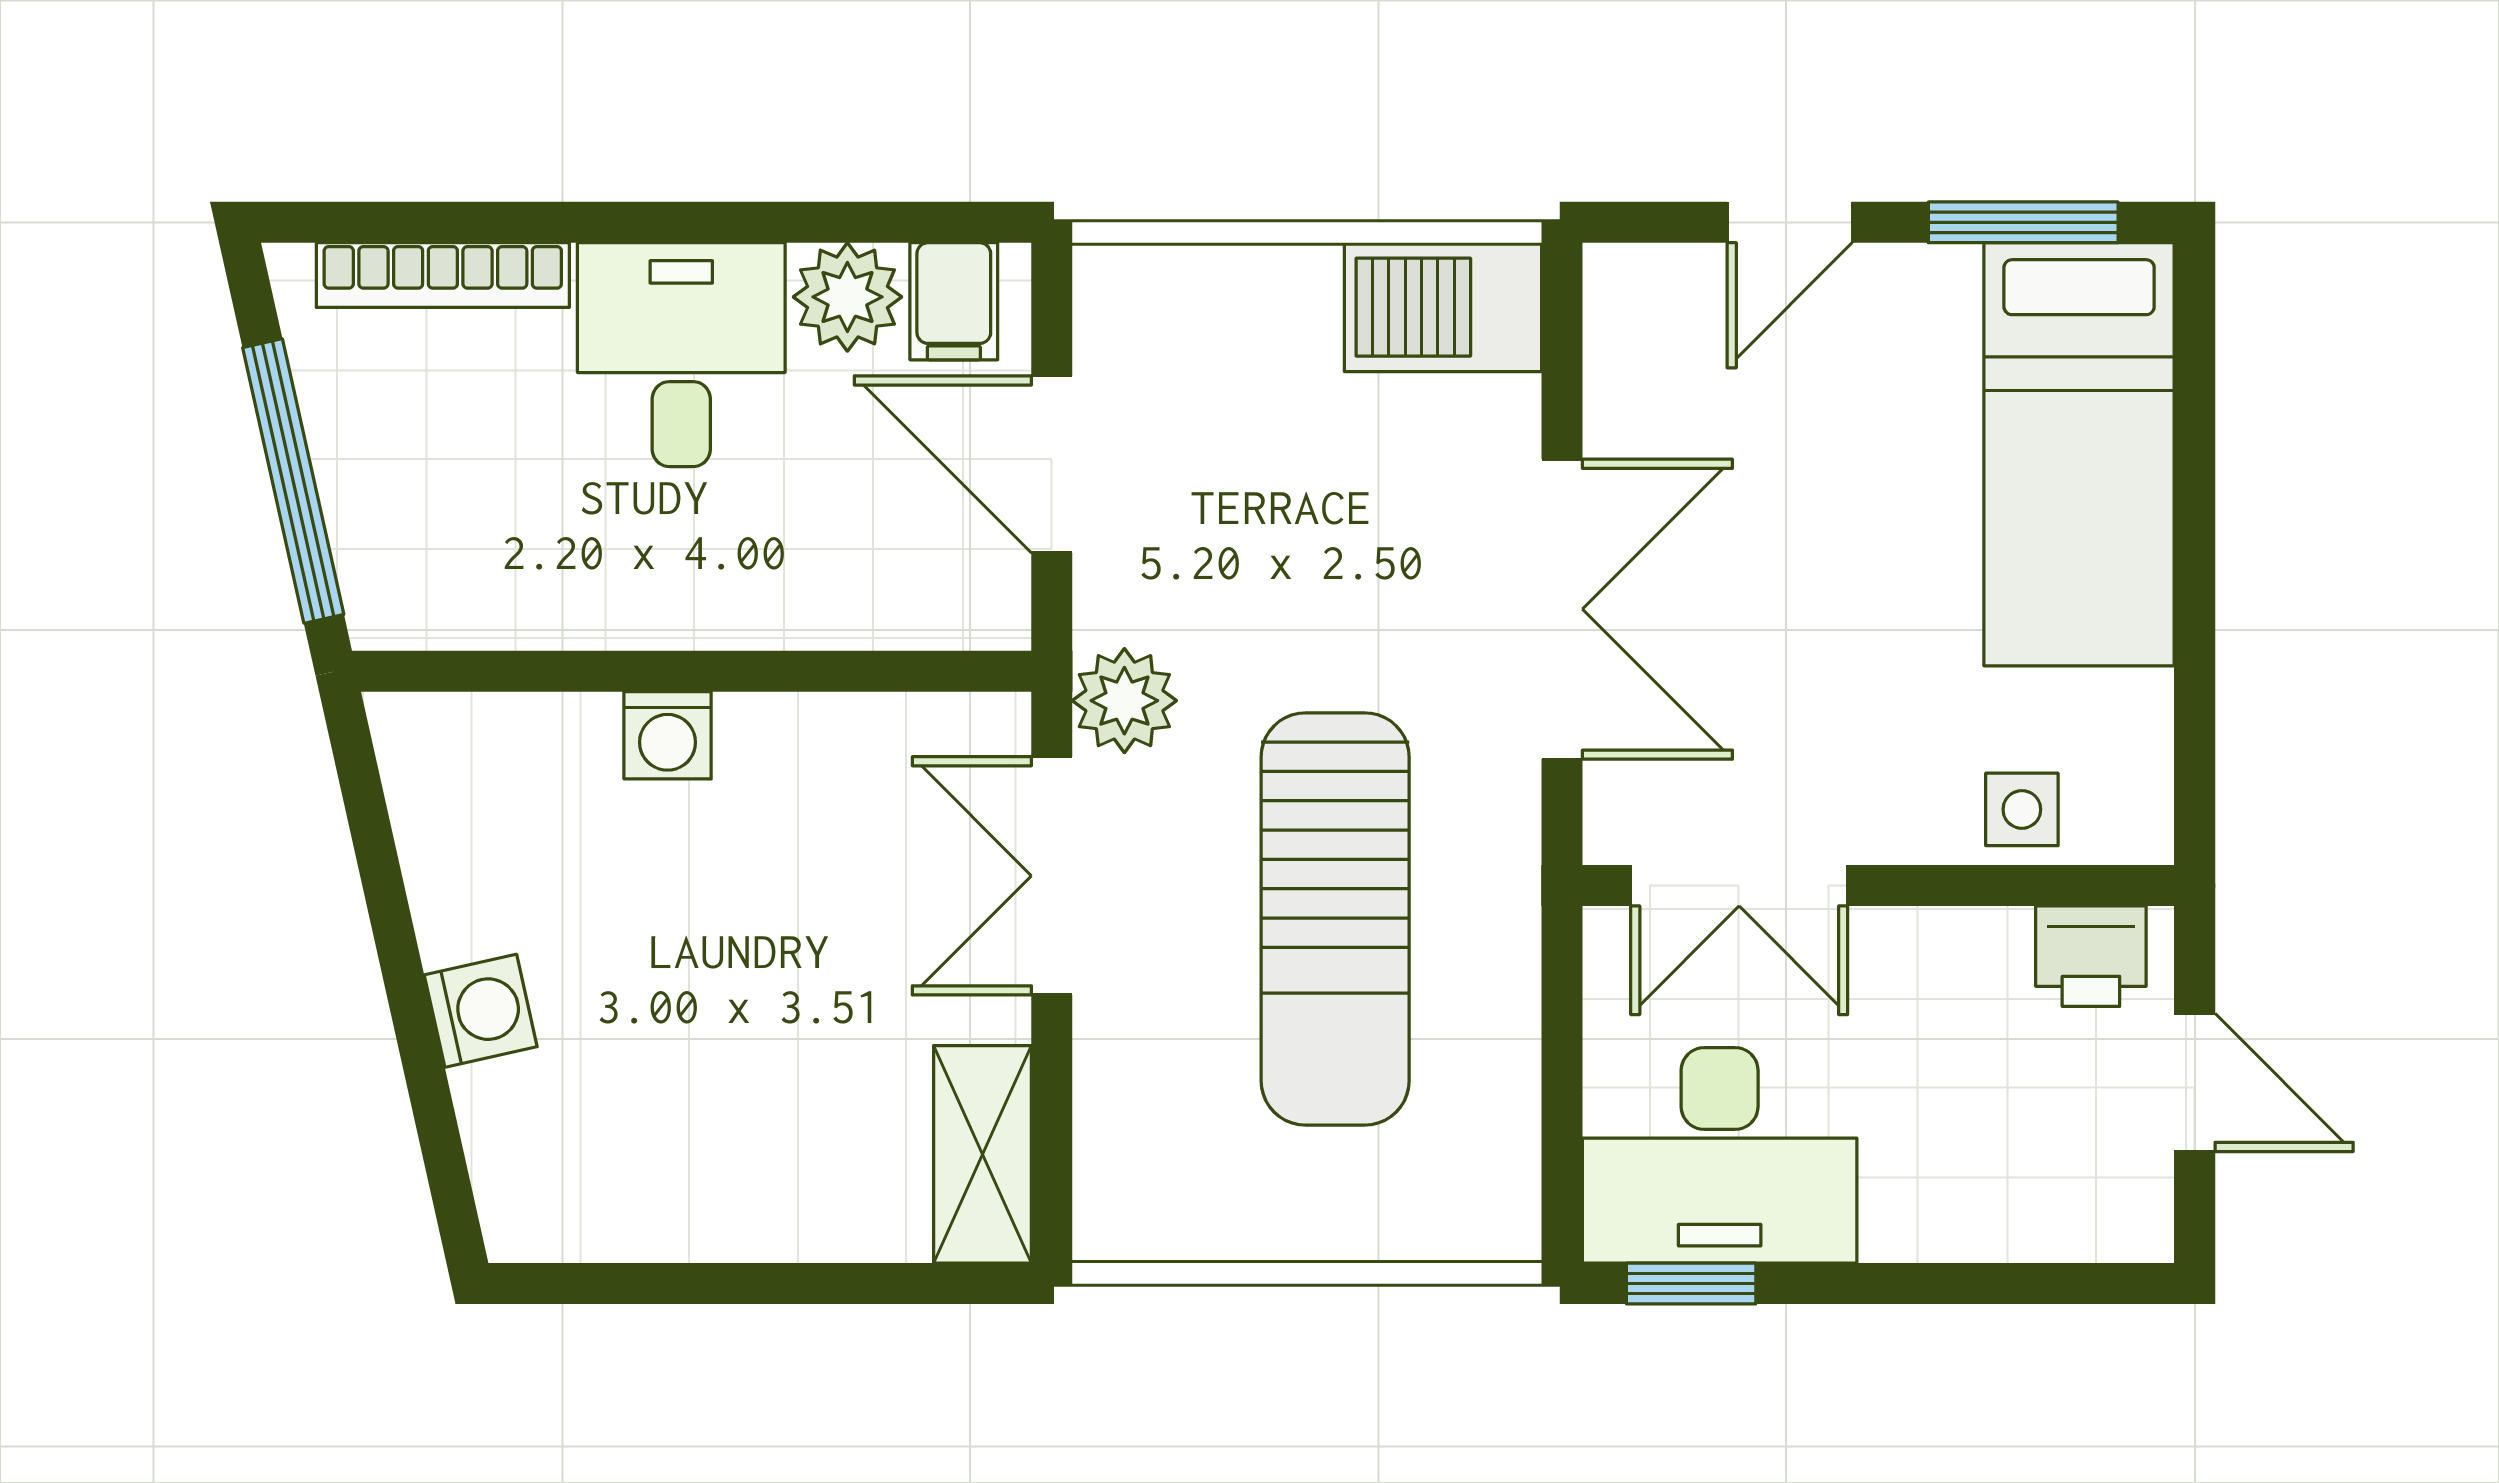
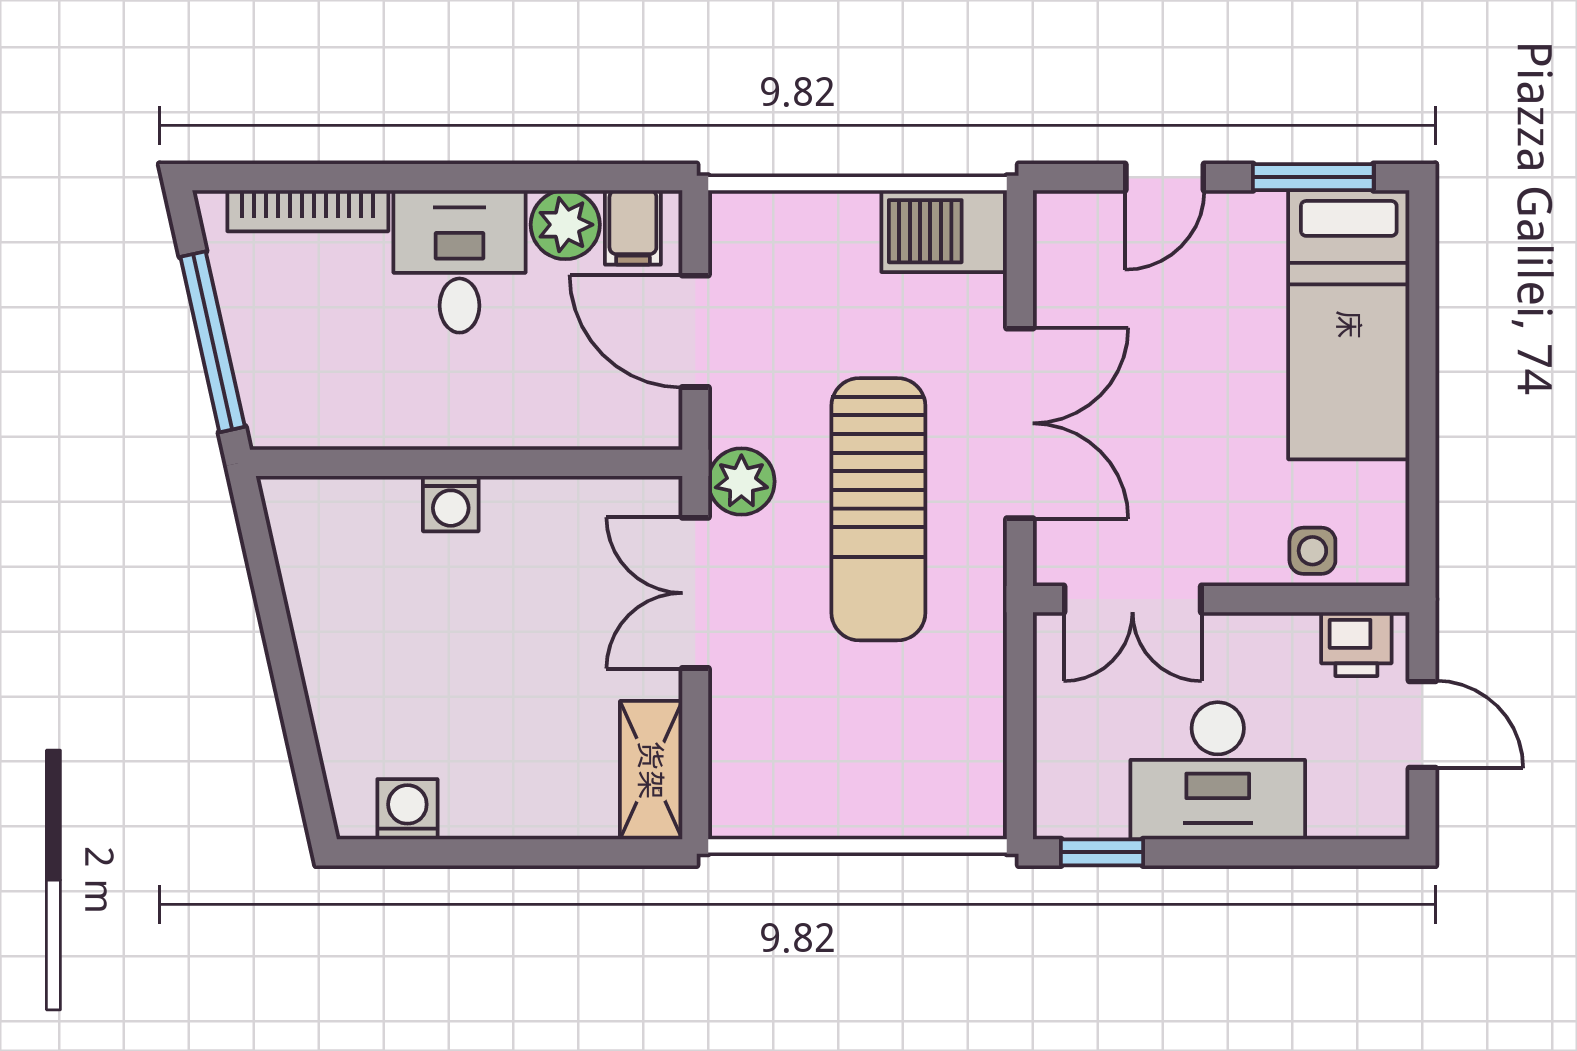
sun lounger: (1335, 919) -> (878, 509), moved
washing machine: (481, 1011) -> (407, 809), moved, turned -77
desk: (1720, 1155) -> (1218, 771), moved

